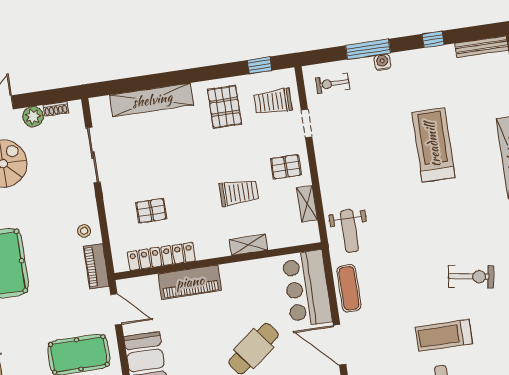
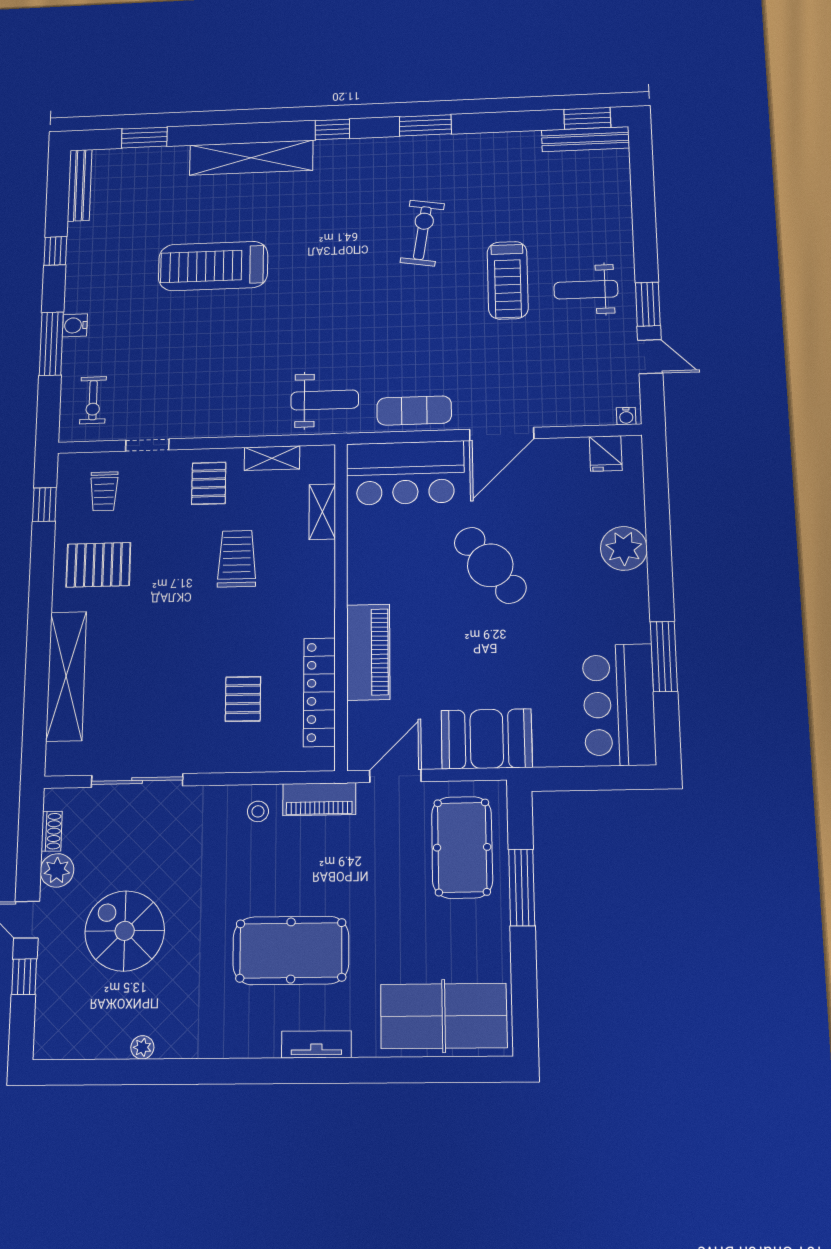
trolley: (273, 102) -> (104, 491), width x0.73, depth x0.72
shelving: (248, 245) -> (322, 512), moved

